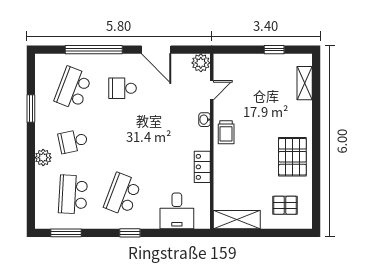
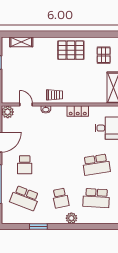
school desk: (123, 194) -> (96, 165), turned -30

